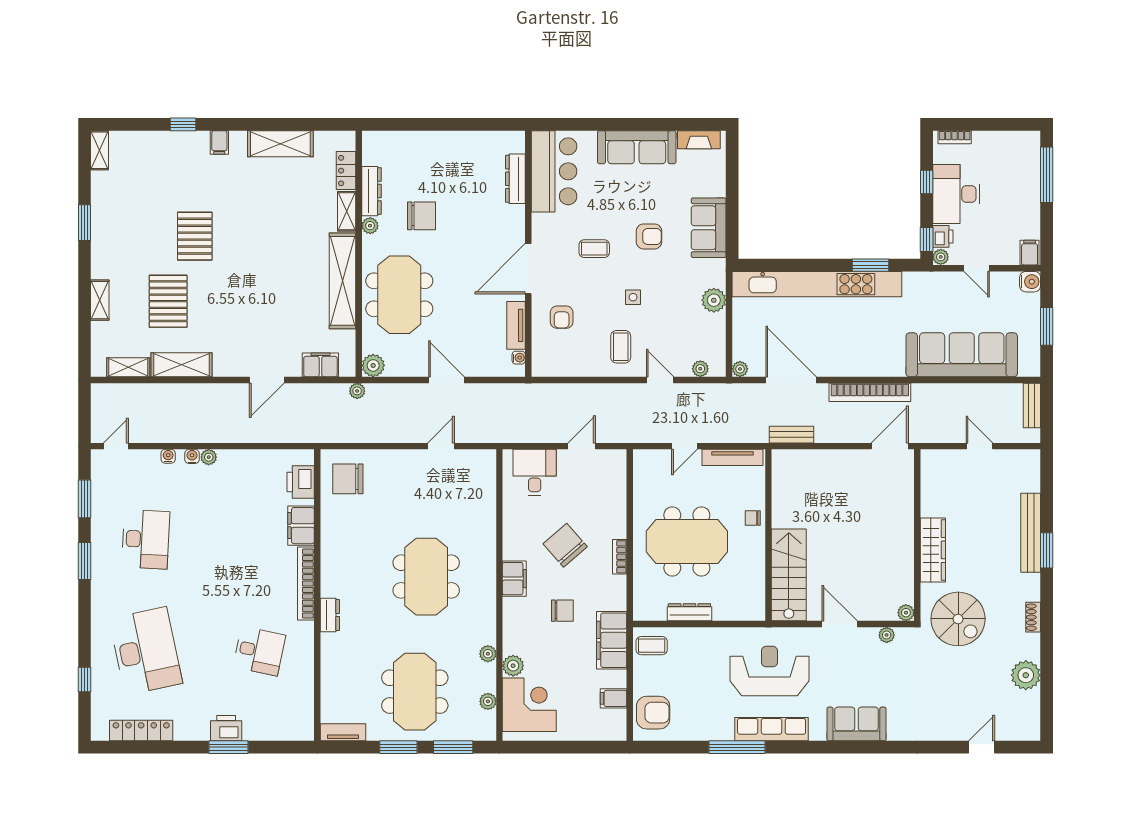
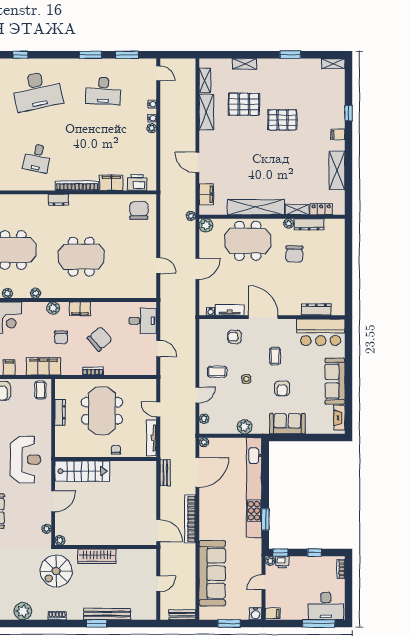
desk: (956, 194) -> (326, 606), moved, turned 180
plant: (513, 666) -> (53, 308), moved

